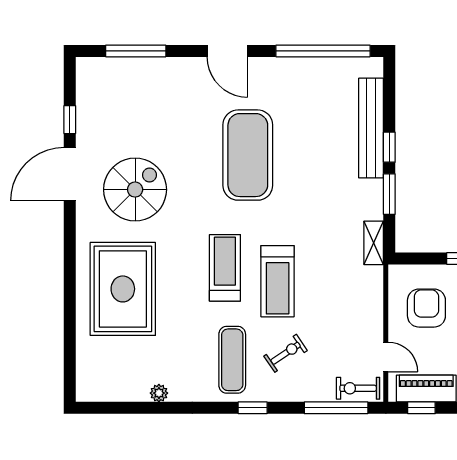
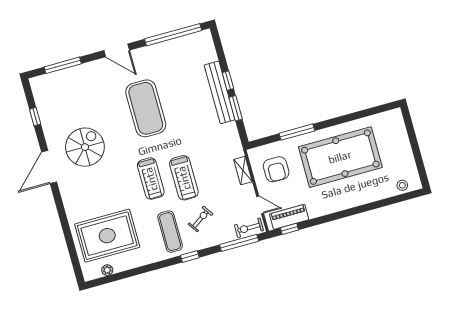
bench: (371, 128) -> (220, 92), moved
door: (70, 174) -> (49, 167), moved
shelving: (374, 243) -> (243, 171), moved
treadmill: (225, 268) -> (151, 179), turned 180
rug: (123, 289) -> (107, 236), moved, turned 90
armchair: (426, 308) -> (276, 169), turned 180
plant: (159, 393) -> (107, 270), moved

